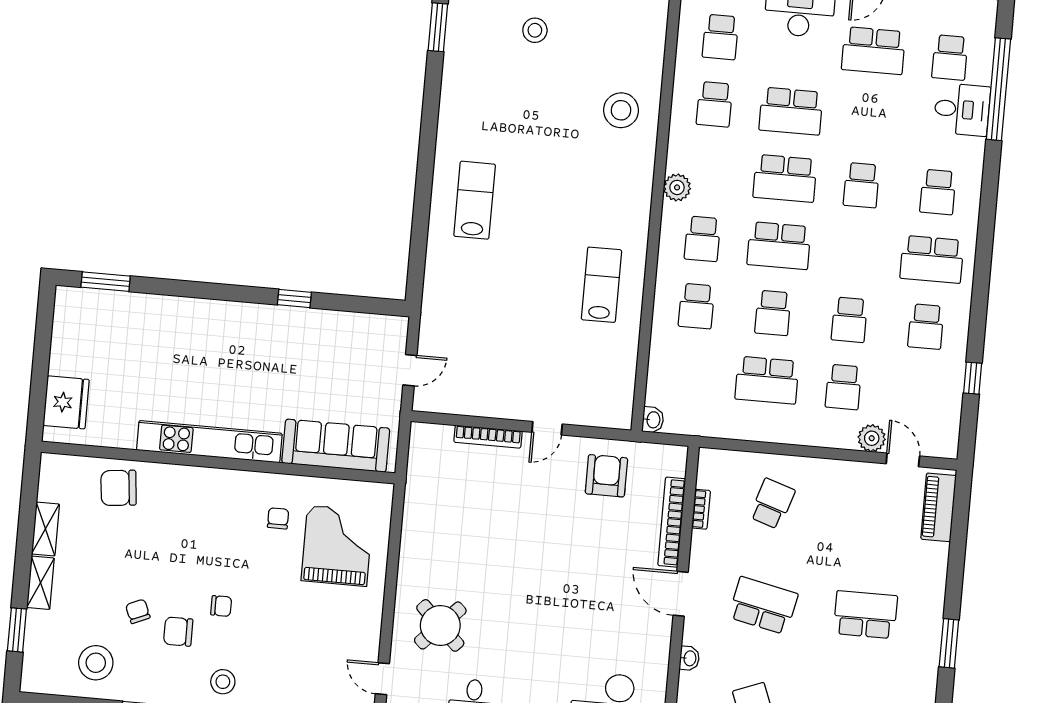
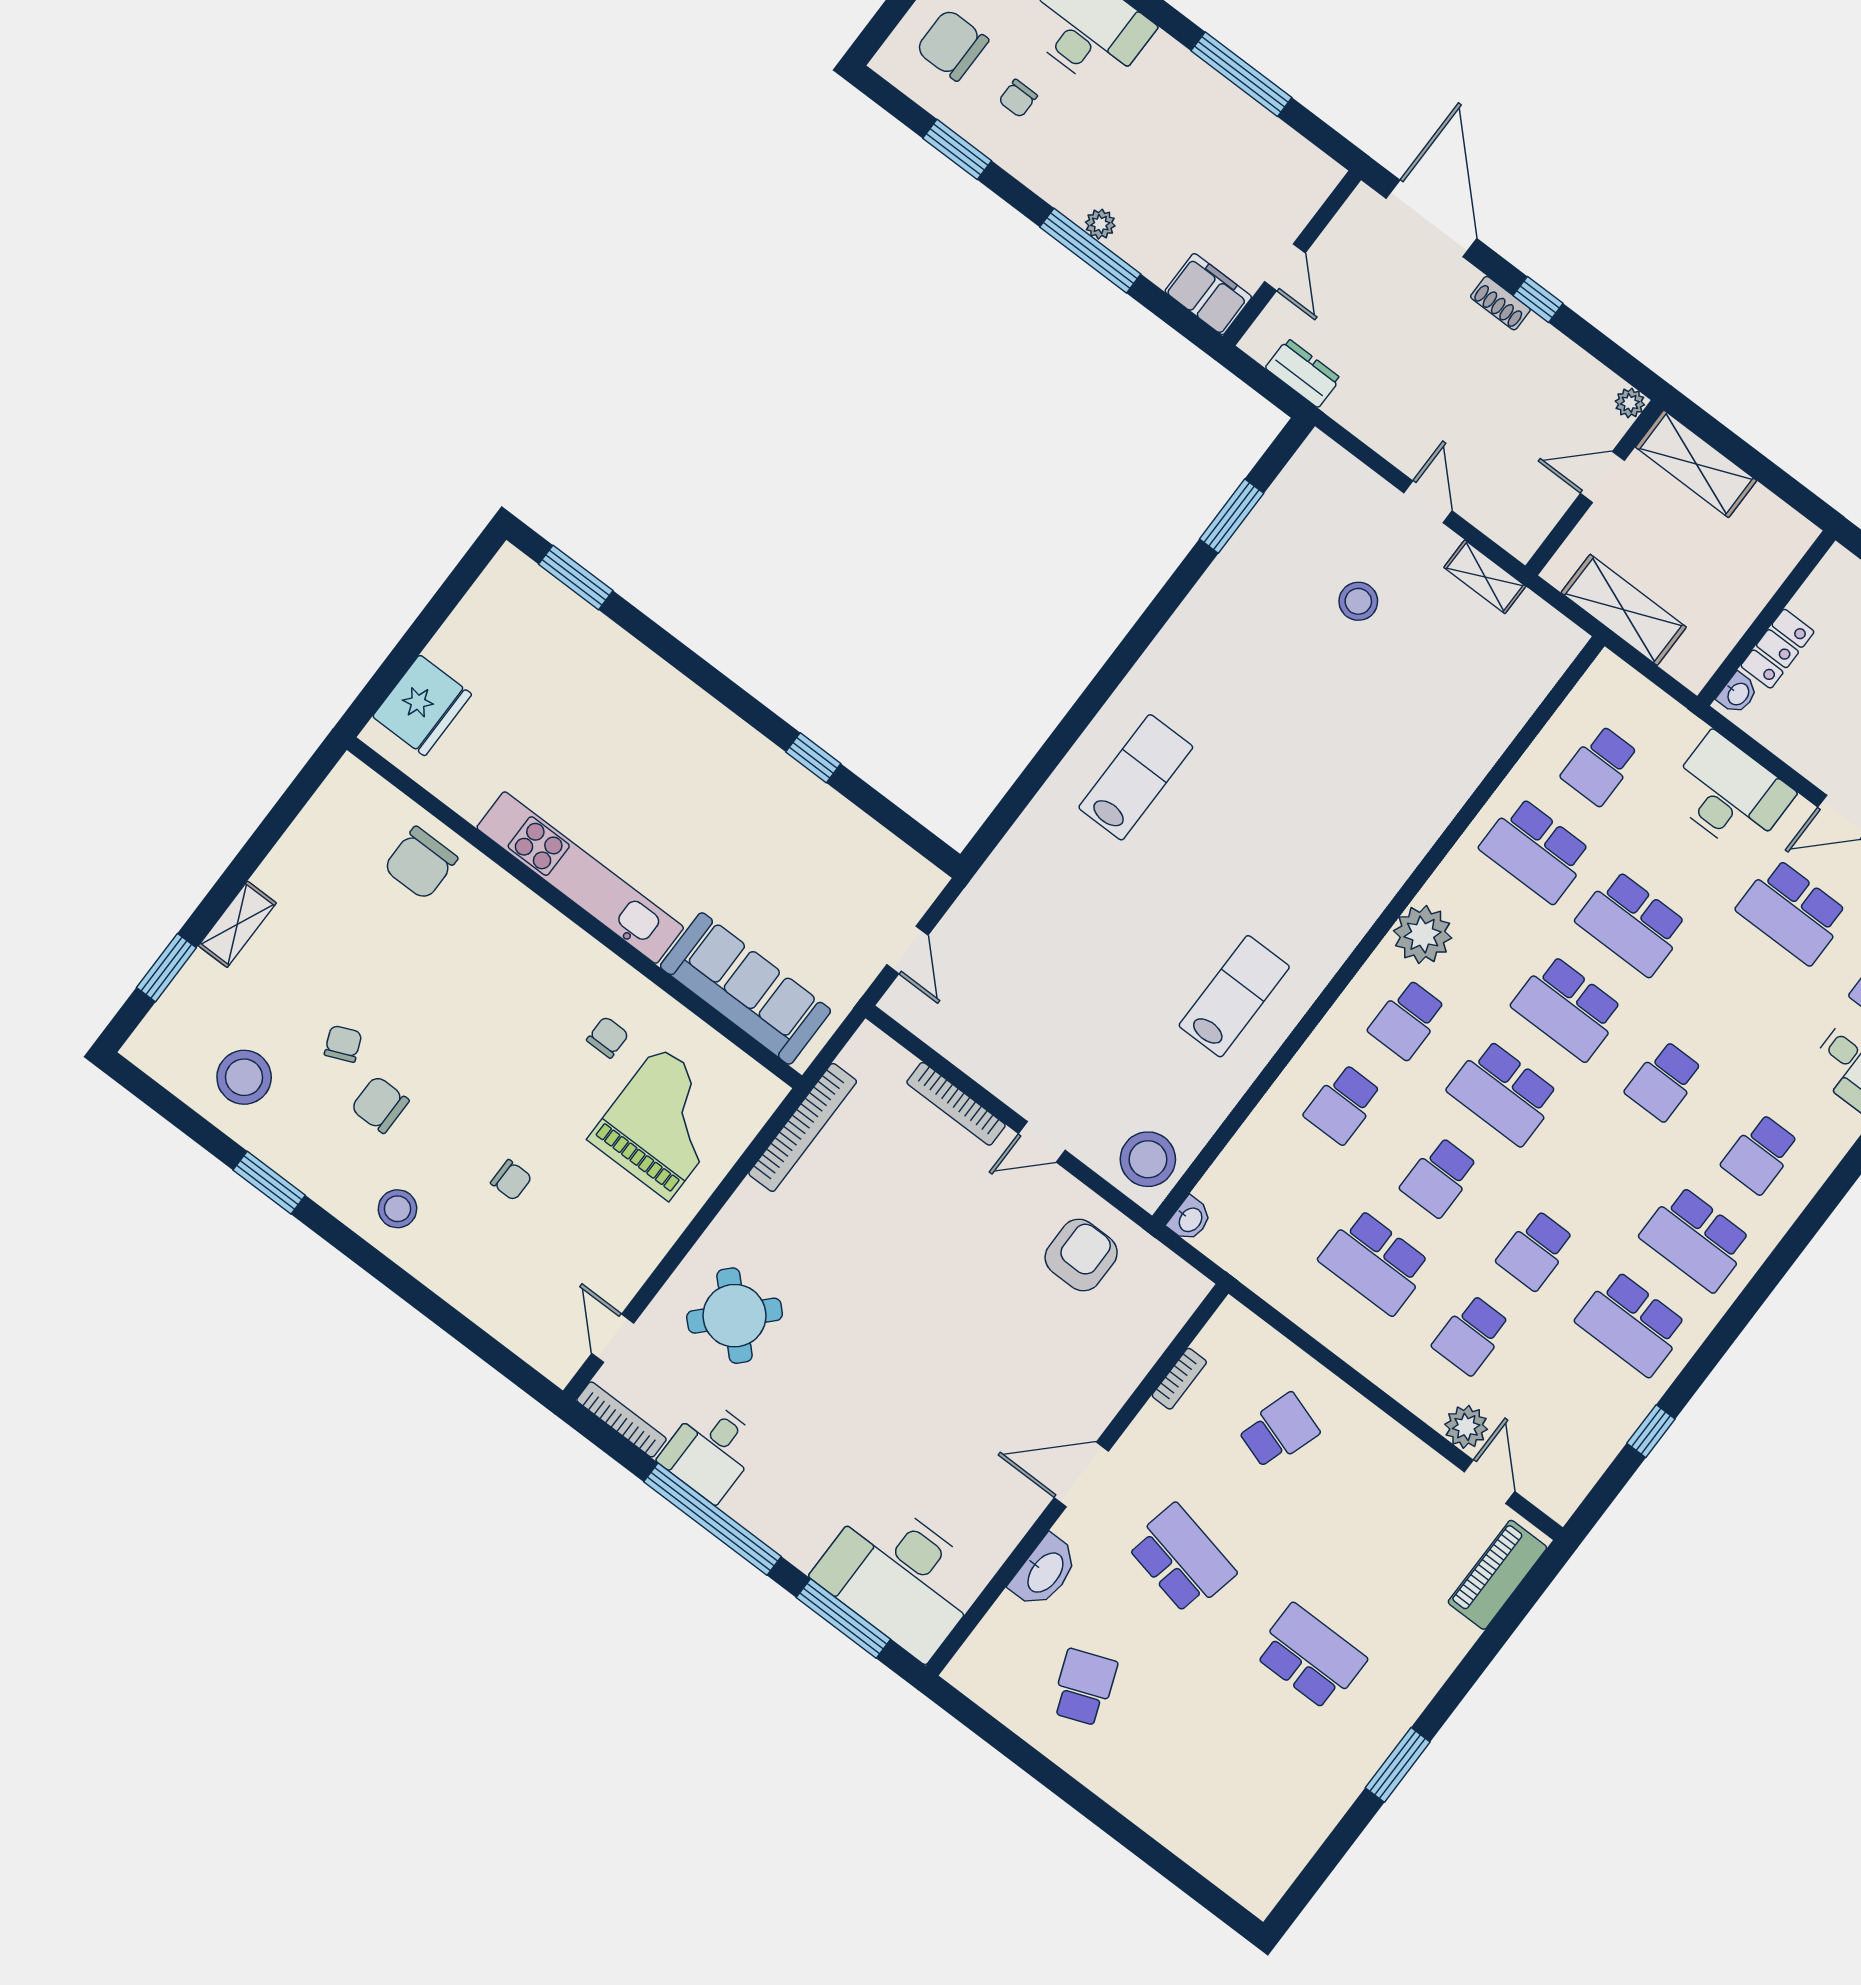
school desk: (714, 104) -> (1536, 850), width x1.85
stool: (621, 110) -> (1148, 1159), moved
plant: (677, 187) -> (1423, 934), width x1.36, depth x1.36
school desk: (926, 327) -> (1632, 1323), width x1.85
door: (410, 370) -> (907, 950), hinge flipped
chair: (119, 488) -> (421, 863), turned -84
bookcase: (672, 522) -> (803, 1127), moved, turned 180
shelving: (45, 529) -> (289, 857), removed
door: (681, 594) -> (1081, 1474), hinge flipped
chair: (221, 606) -> (511, 1180), moved
washbasin: (689, 658) -> (1044, 1572), width x1.91, depth x1.45

